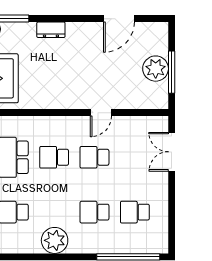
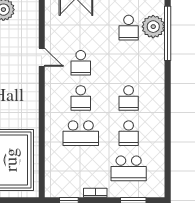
school desk: (94, 212) -> (129, 98), moved
plant: (55, 240) -> (153, 27), moved

